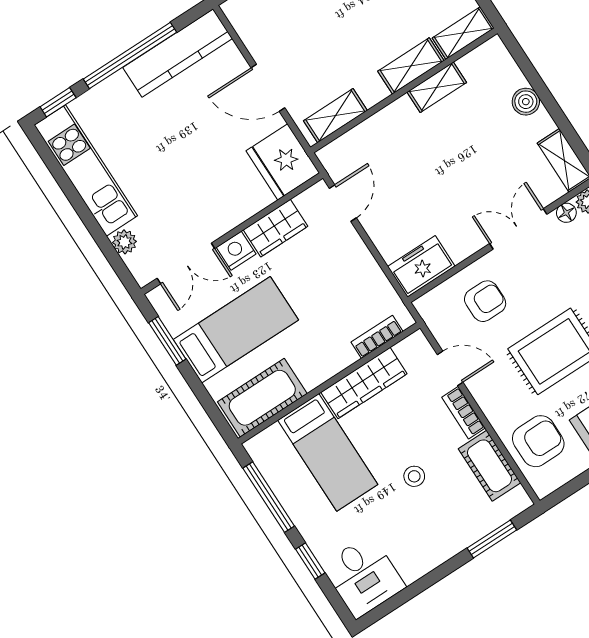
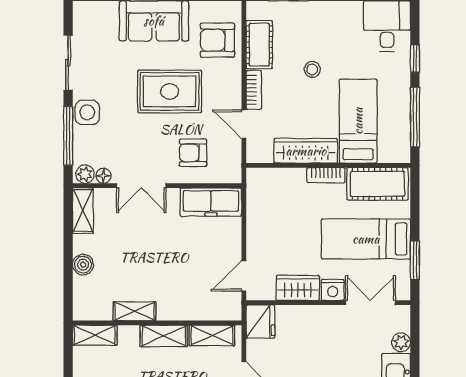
shelving: (411, 66) -> (164, 336), moved
fridge: (283, 162) -> (260, 322), width x0.73, depth x0.75
freezer: (421, 266) -> (211, 202), width x1.40
bookcase: (377, 337) -> (326, 175), moved

